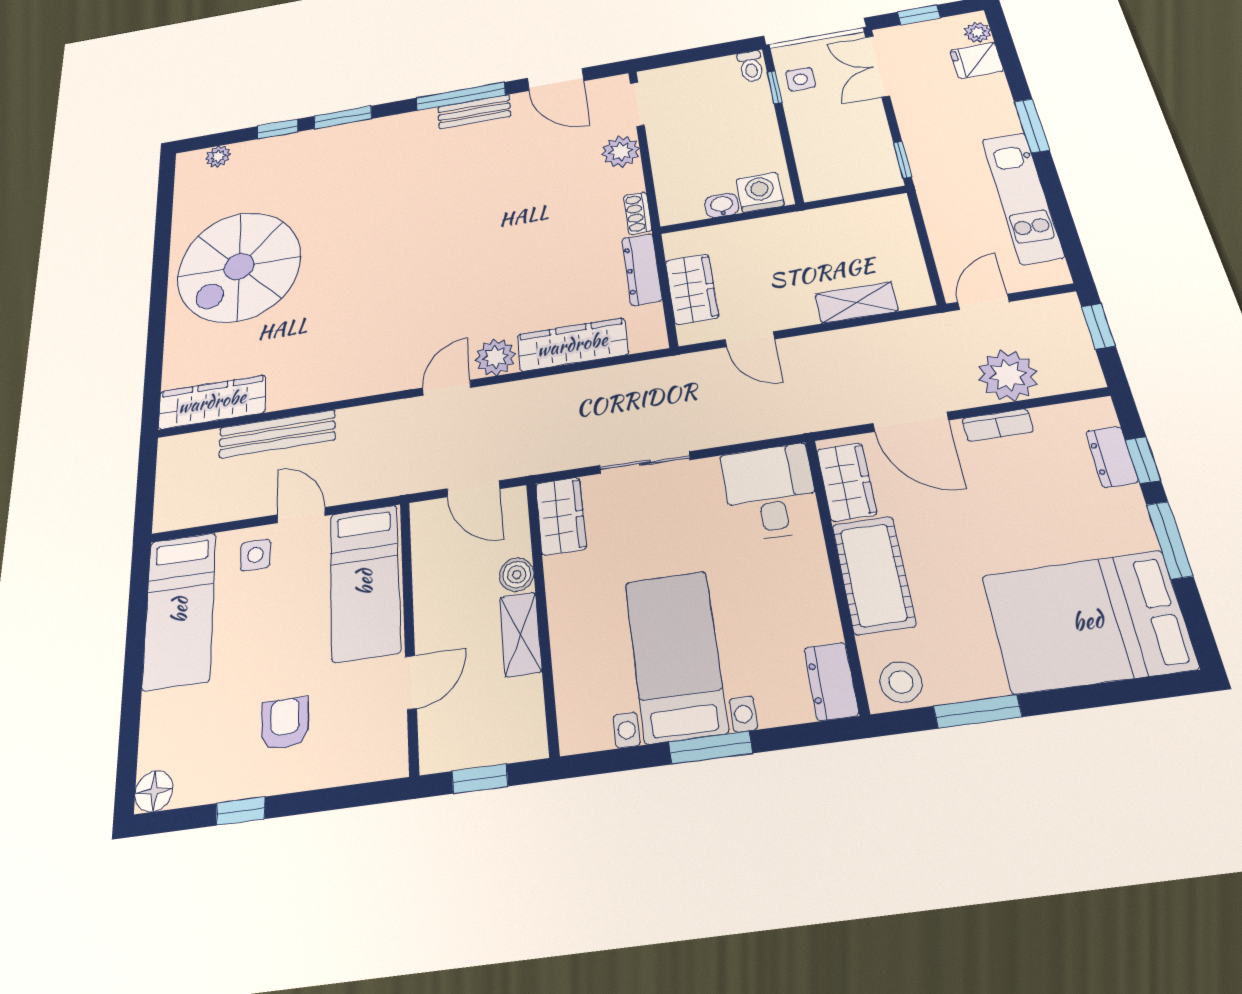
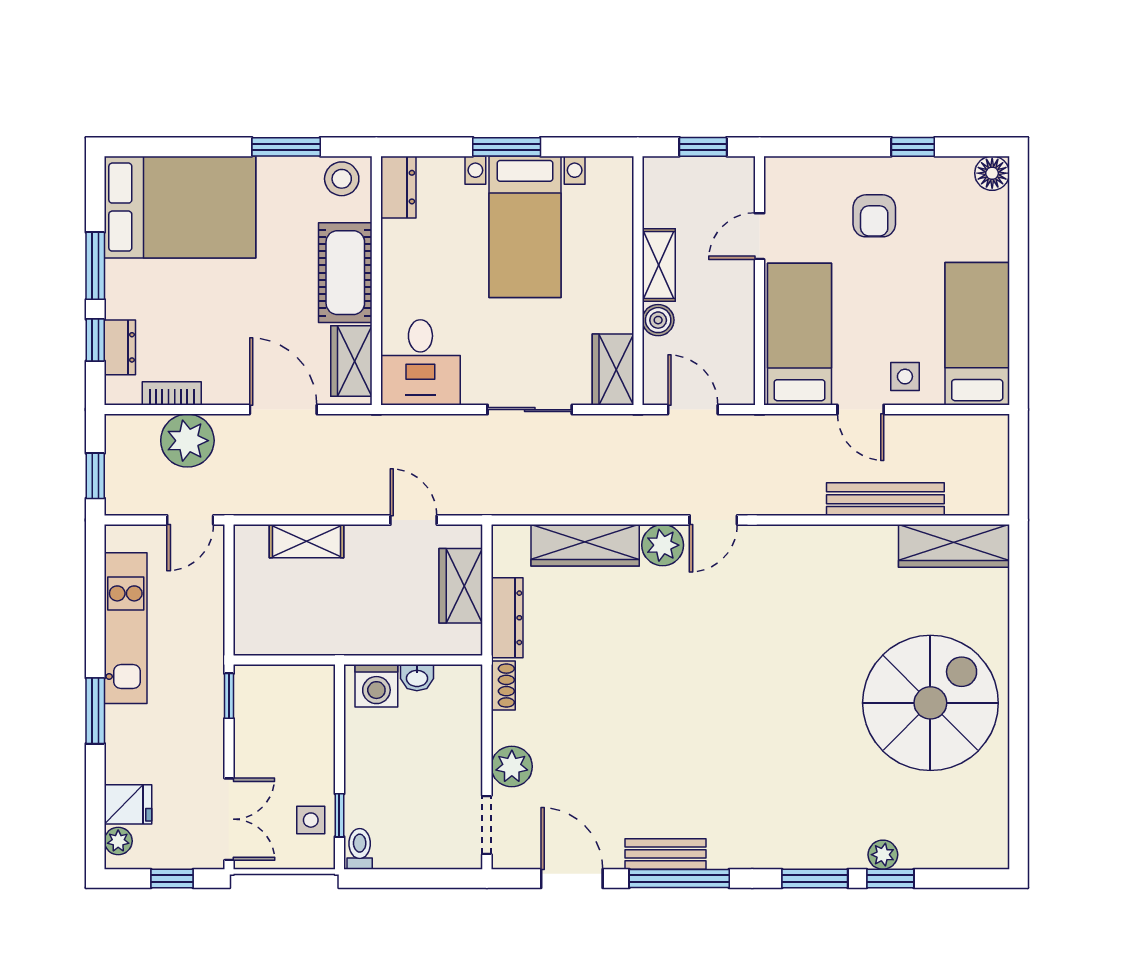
plant: (218, 156) -> (883, 855), moved
bookcase: (998, 425) -> (172, 393), moved

